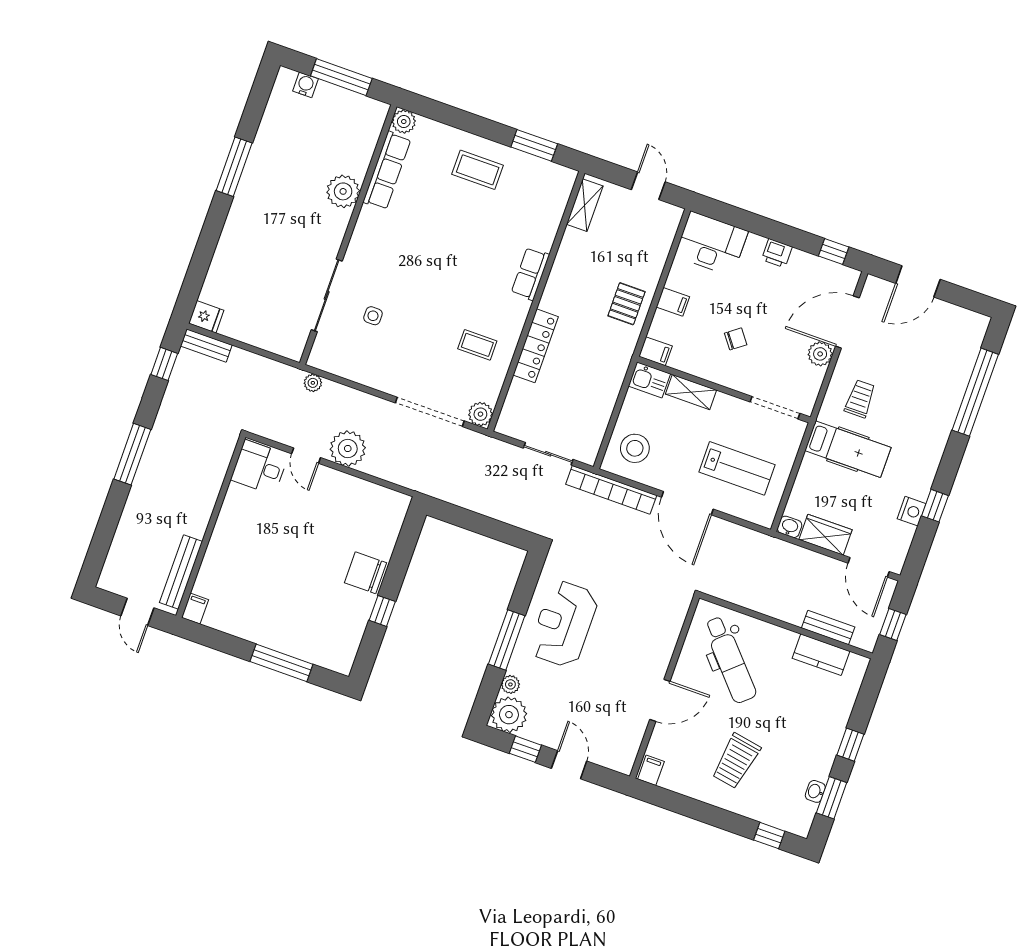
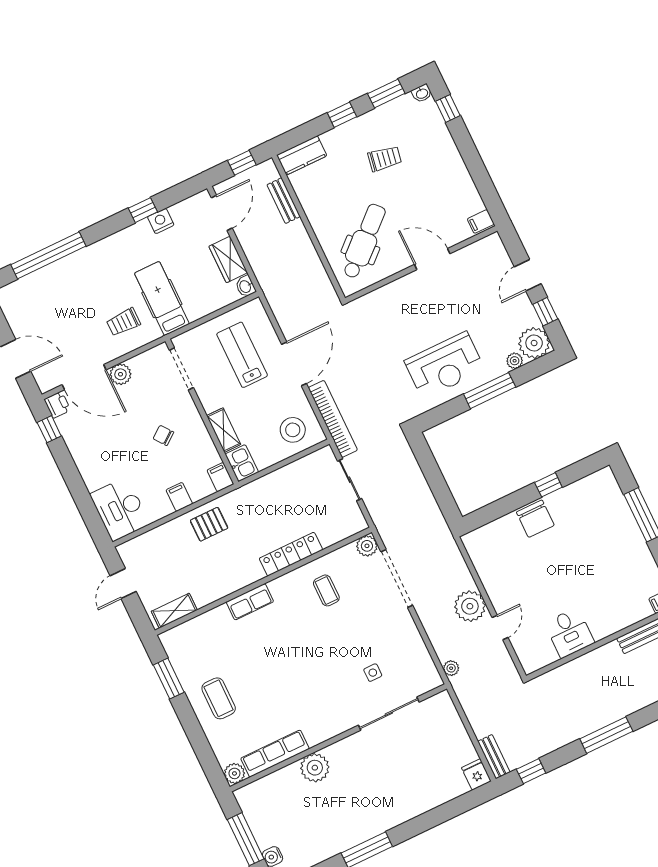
printer: (777, 253) -> (57, 405), moved
desk: (260, 467) -> (569, 633), moved
kitchen counter: (821, 655) -> (302, 155), moved, turned 90
trolley: (736, 761) -> (385, 159), moved, width x0.73, depth x0.72
washbasin: (815, 791) -> (422, 93), moved

